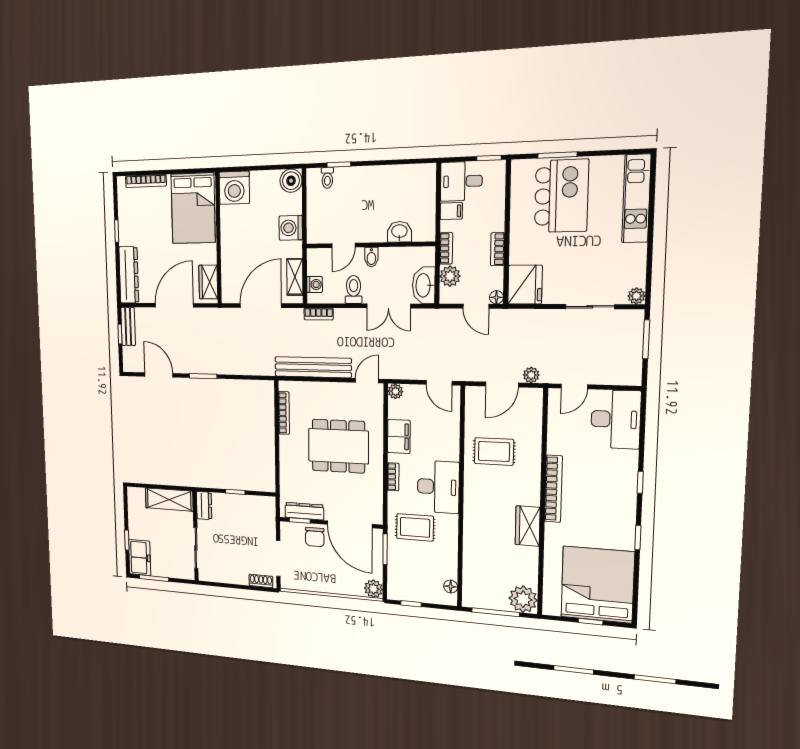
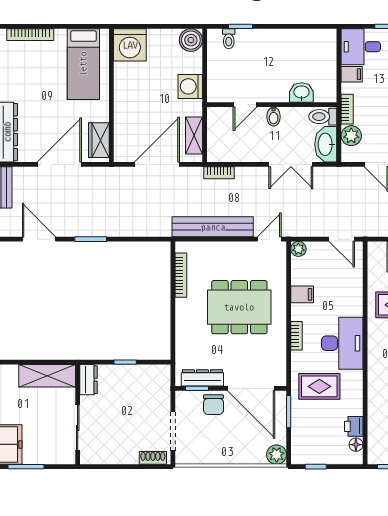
bed: (193, 208) -> (83, 64), width x0.67
washing machine: (315, 284) -> (215, 143), removed
toilet: (354, 290) -> (323, 117), moved, turned -90
filing cabinet: (399, 437) -> (302, 294), width x0.50
printer: (449, 569) -> (354, 426), added

